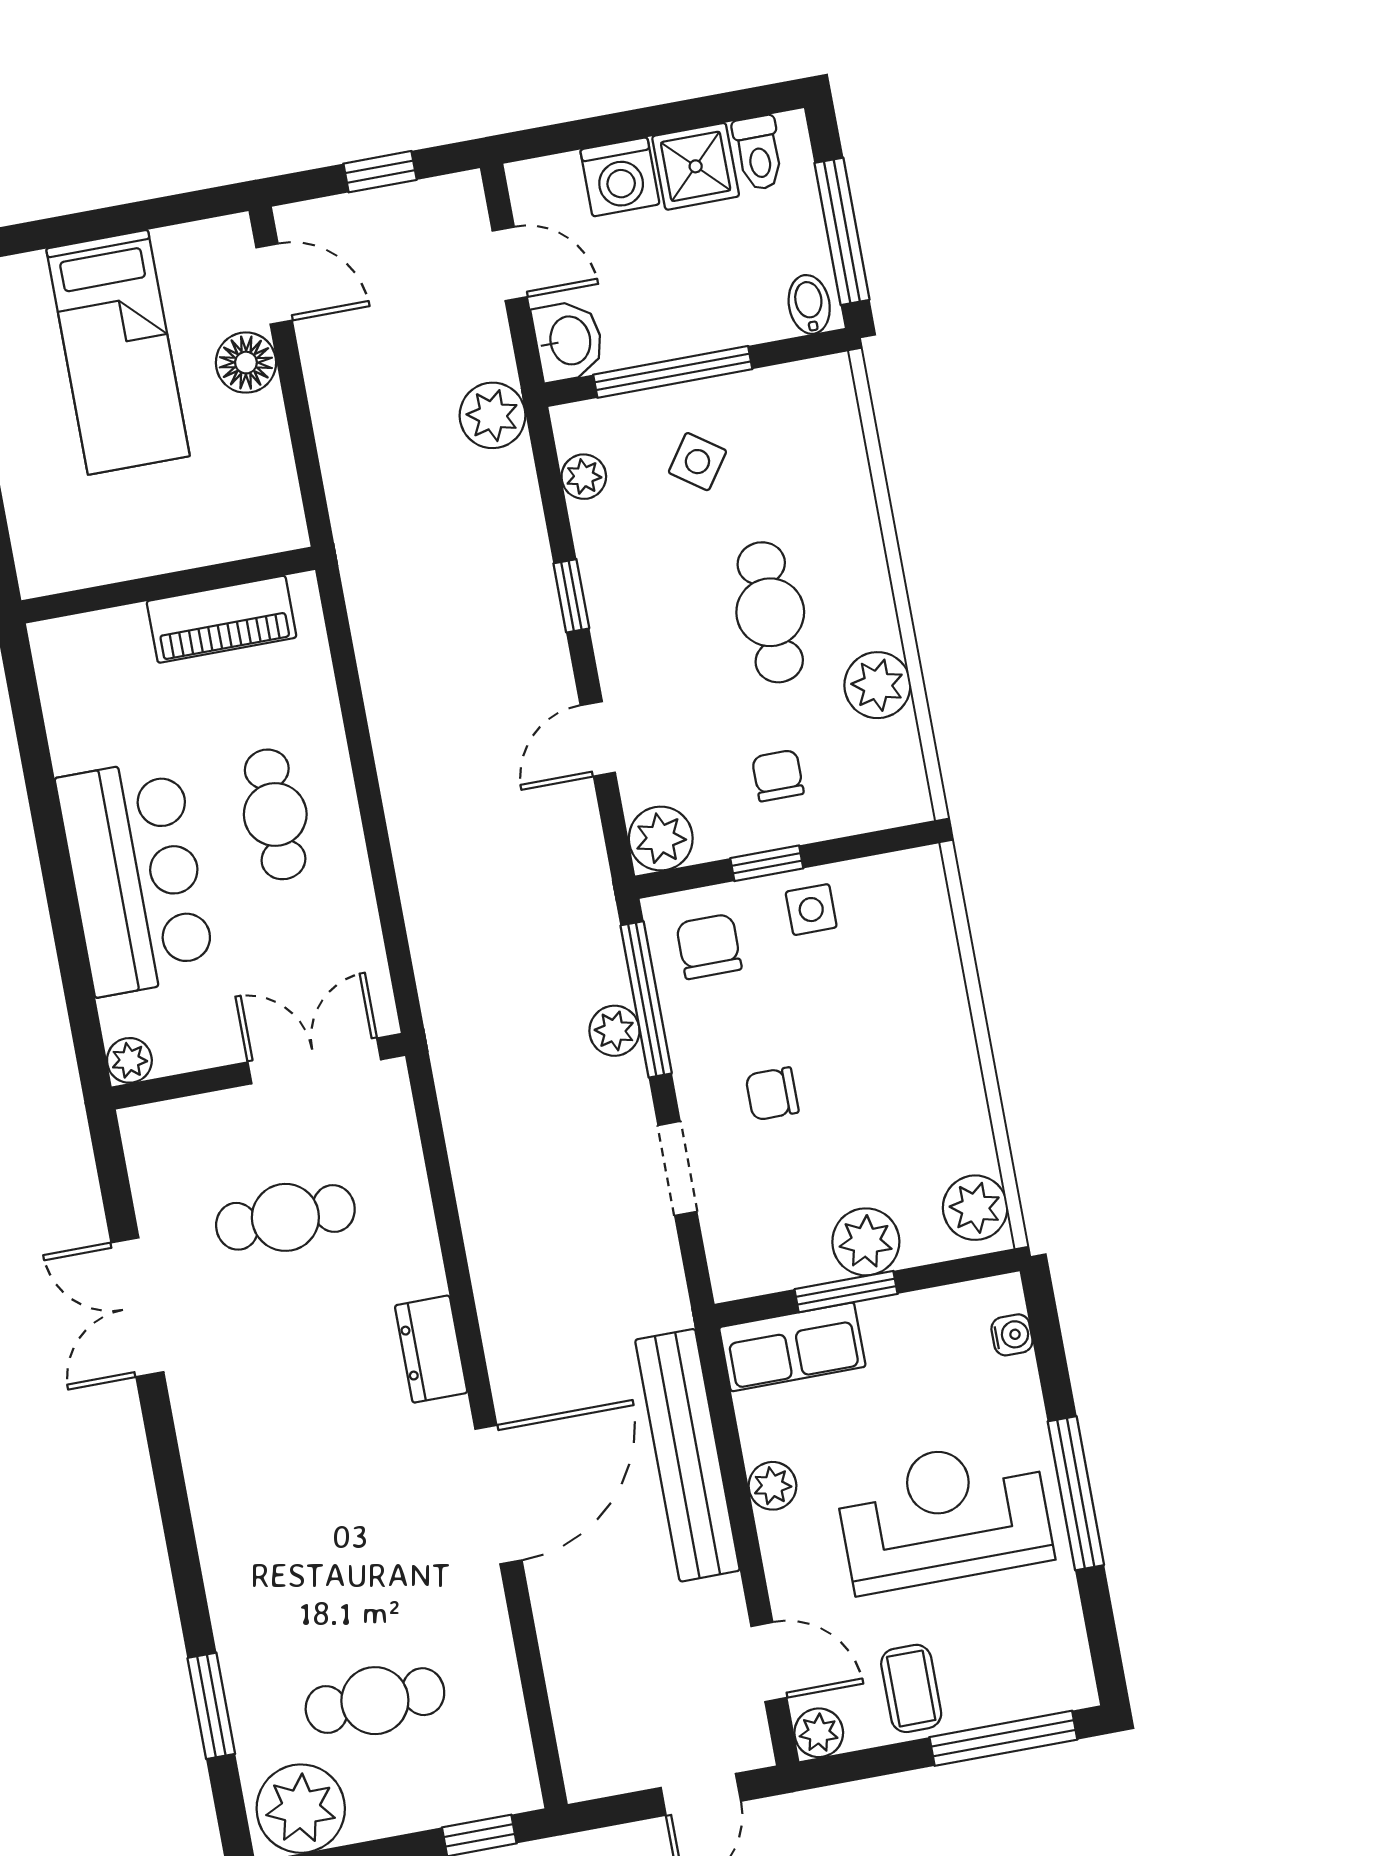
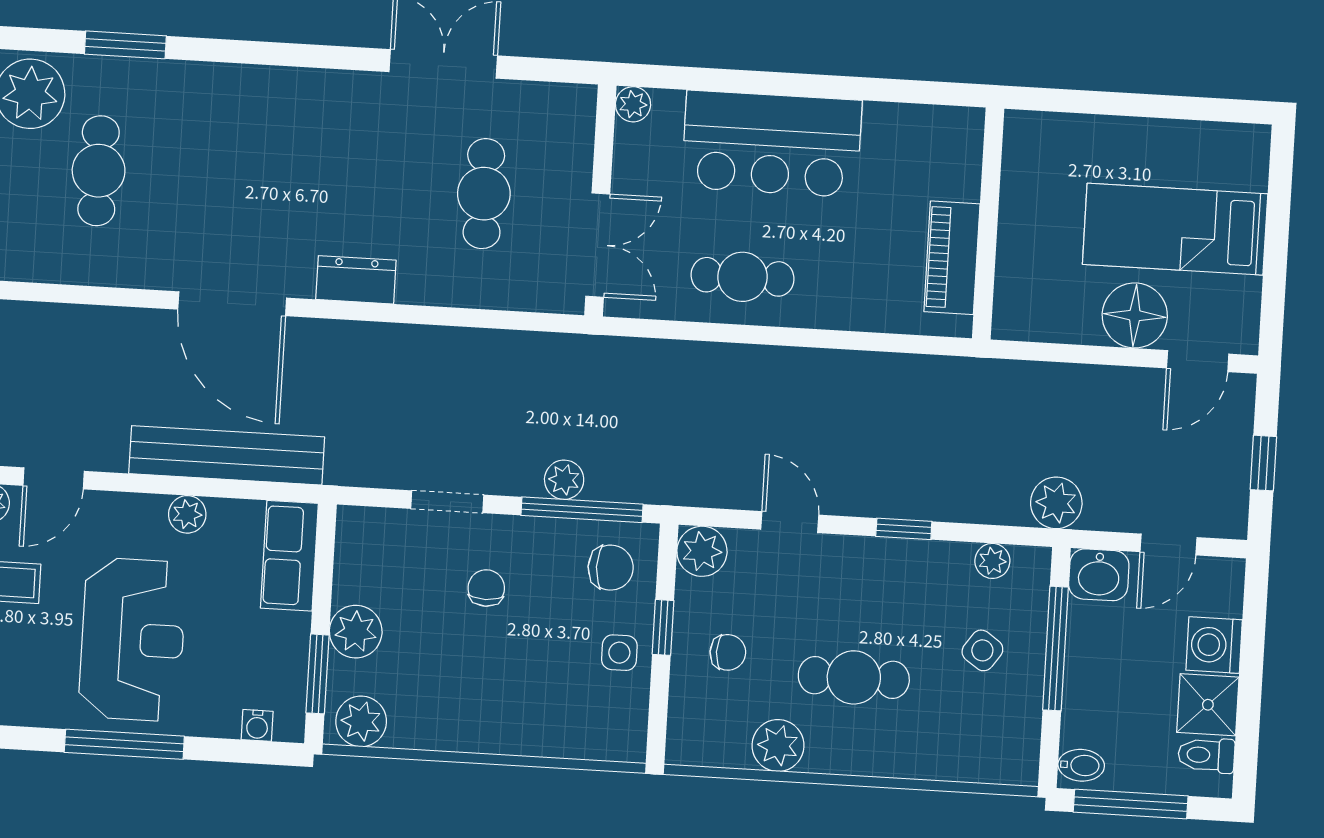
floor lamp: (246, 363) -> (1135, 315), width x1.38, depth x1.38
cafe table: (275, 814) -> (743, 277), moved
window: (846, 1292) -> (318, 674), moved

